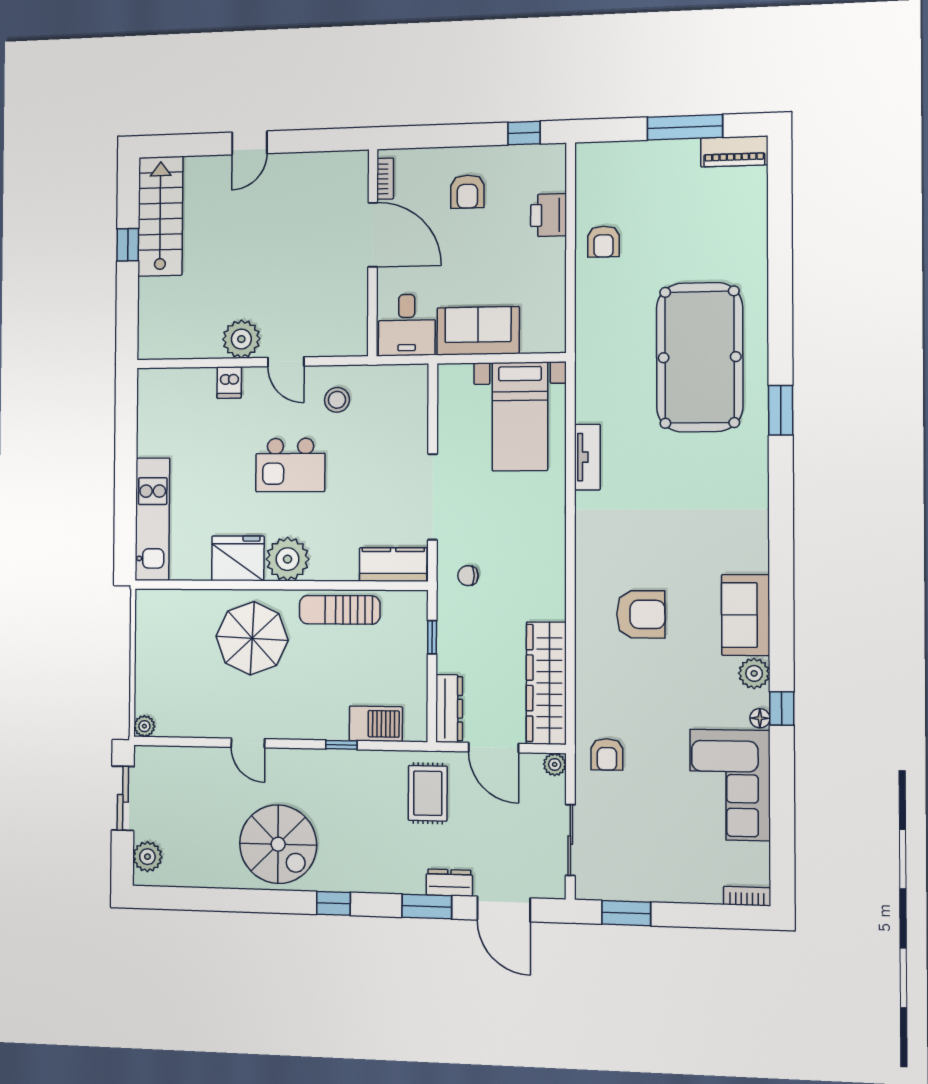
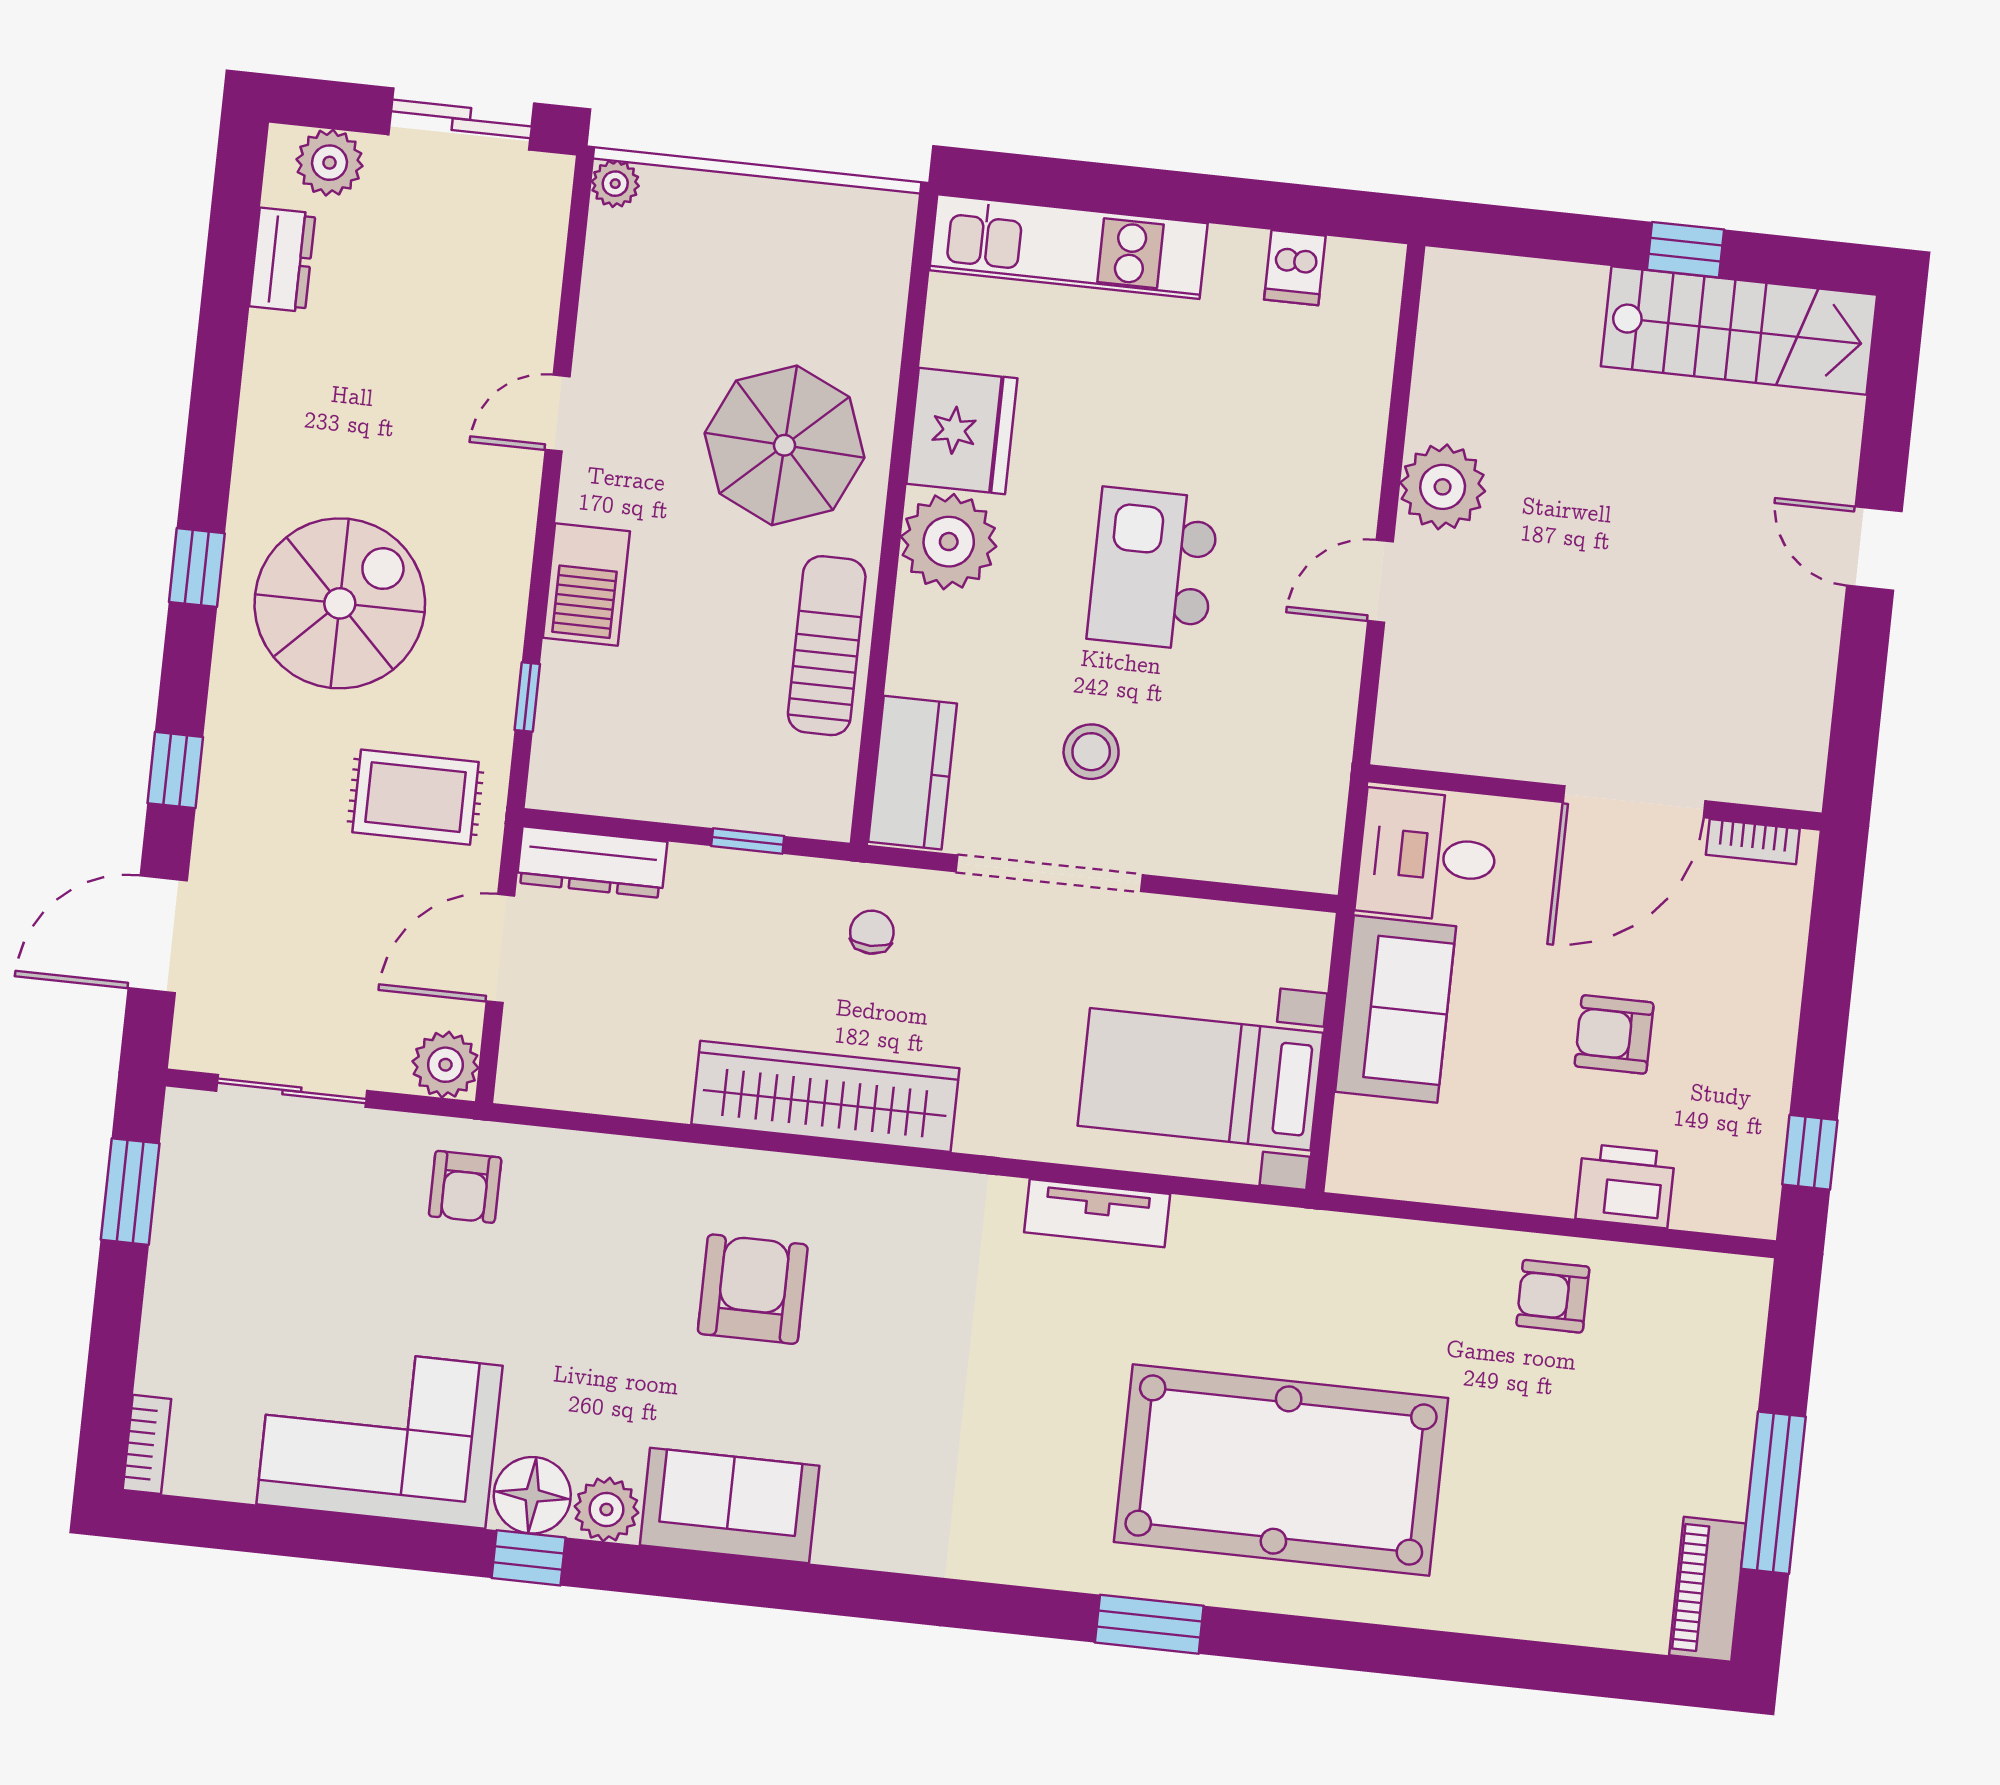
armchair: (467, 192) -> (1614, 1034), moved
dishwasher: (229, 383) -> (1295, 268), moved, turned -90
stool: (337, 400) -> (1091, 752), moved
armchair: (641, 614) -> (753, 1289), turned 180
wardrobe: (546, 683) -> (825, 1096), moved
floor lamp: (760, 718) -> (532, 1495), width x1.89, depth x1.89
barbecue: (376, 724) -> (586, 585), moved
window: (341, 745) -> (527, 697), moved
armchair: (607, 754) -> (465, 1187), turned -90
plant: (555, 764) -> (445, 1065), width x1.38, depth x1.38
spiral stairs: (278, 844) -> (340, 603), moved, turned 180
dresser: (449, 883) -> (282, 260), moved
window: (427, 906) -> (175, 770), width x0.67

